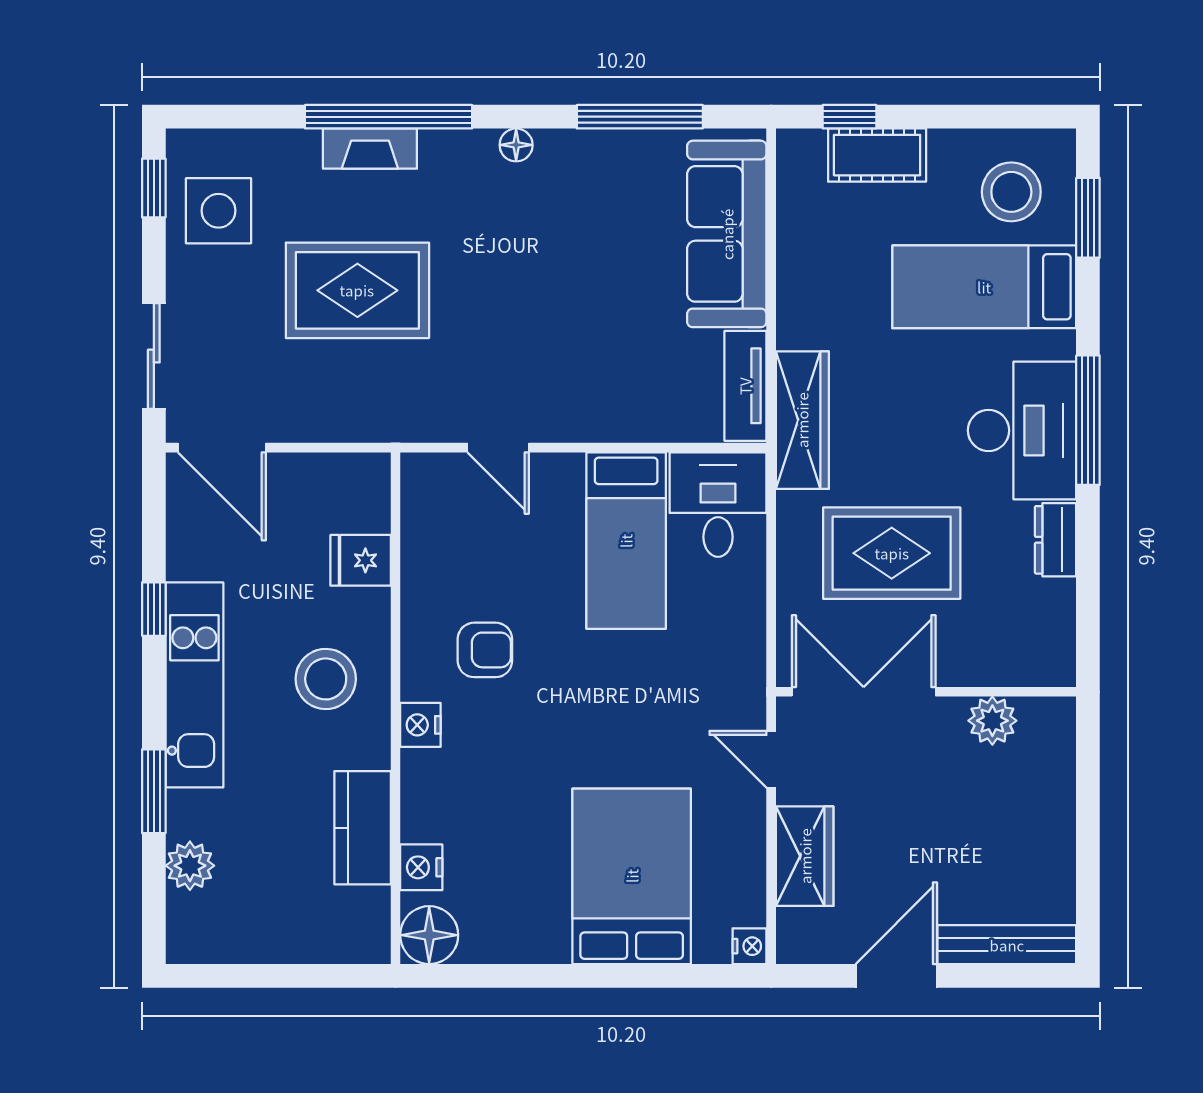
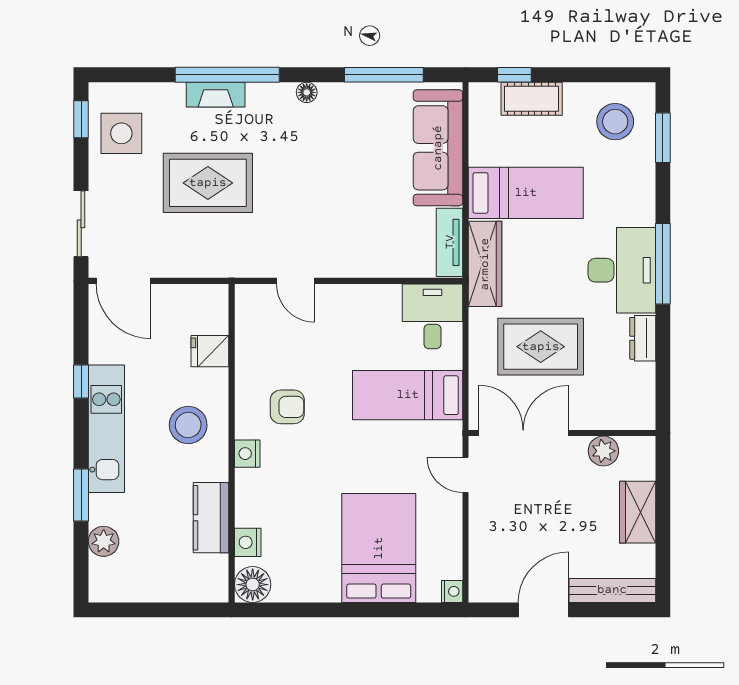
bed: (984, 287) -> (526, 193), moved, turned 180
bed: (626, 541) -> (408, 395), moved, turned 90
wardrobe: (805, 856) -> (638, 512), moved, turned 180

